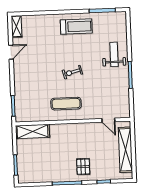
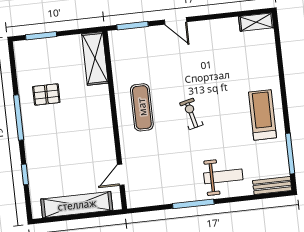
bench: (122, 23) -> (272, 185), added
treadmill: (76, 27) -> (263, 115), turned 180
door: (11, 52) -> (176, 21), moved
pallet: (83, 167) -> (46, 94), moved

